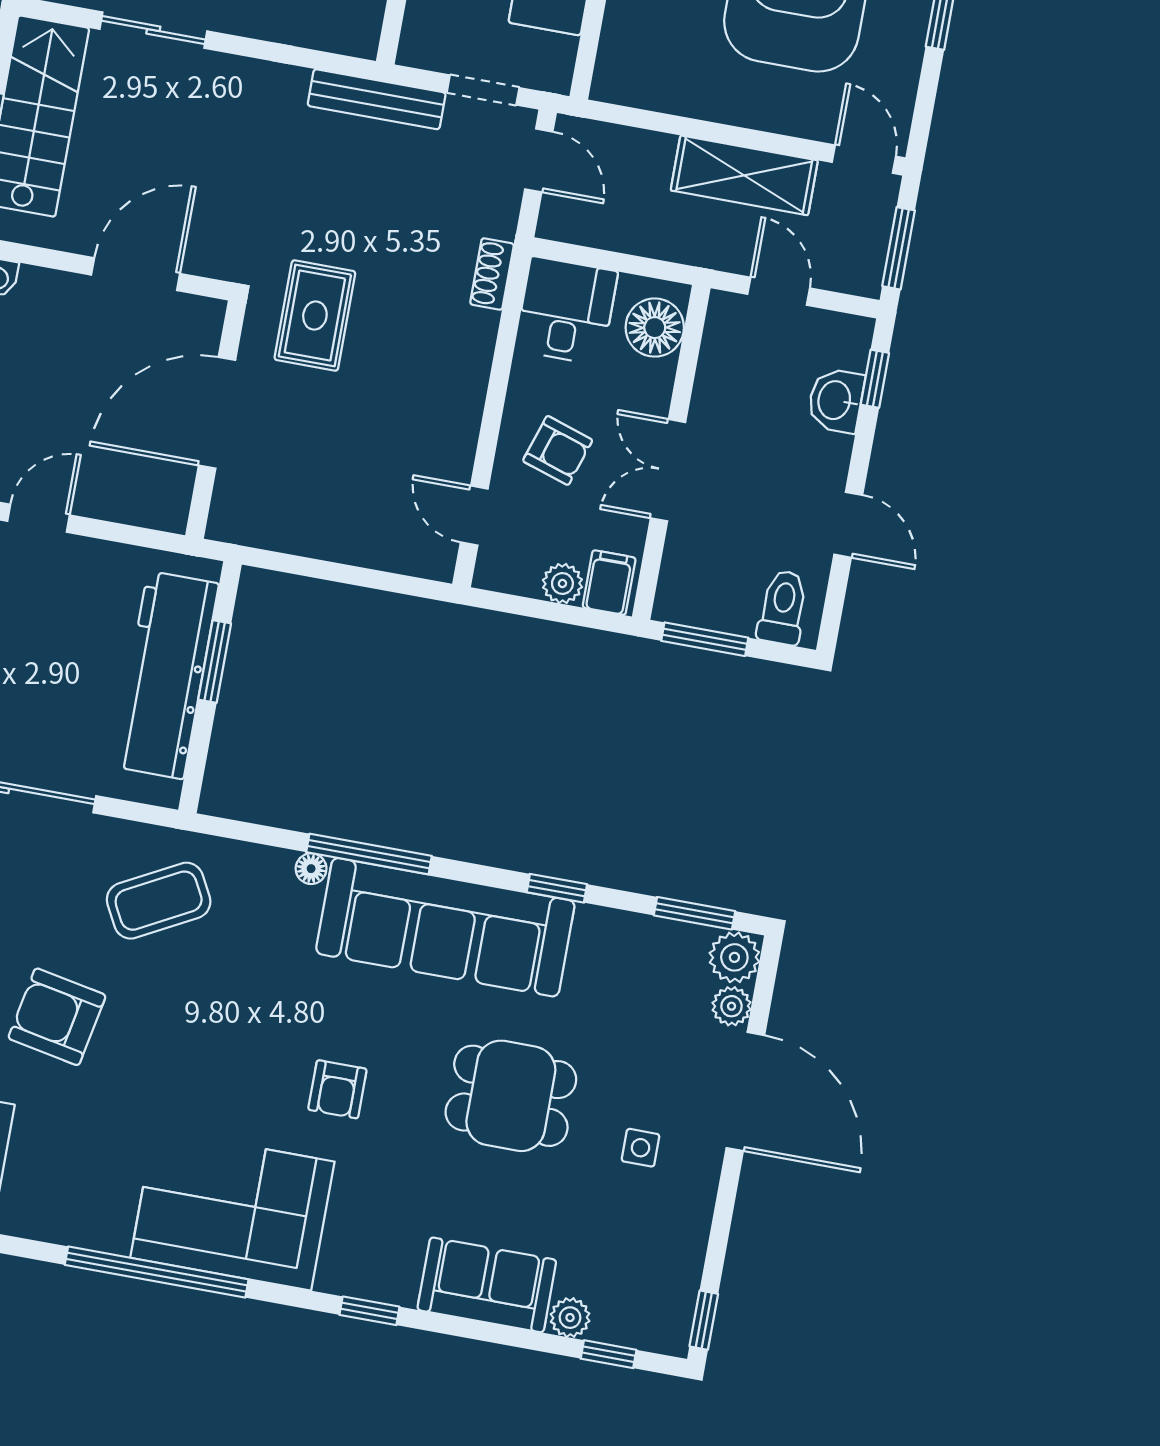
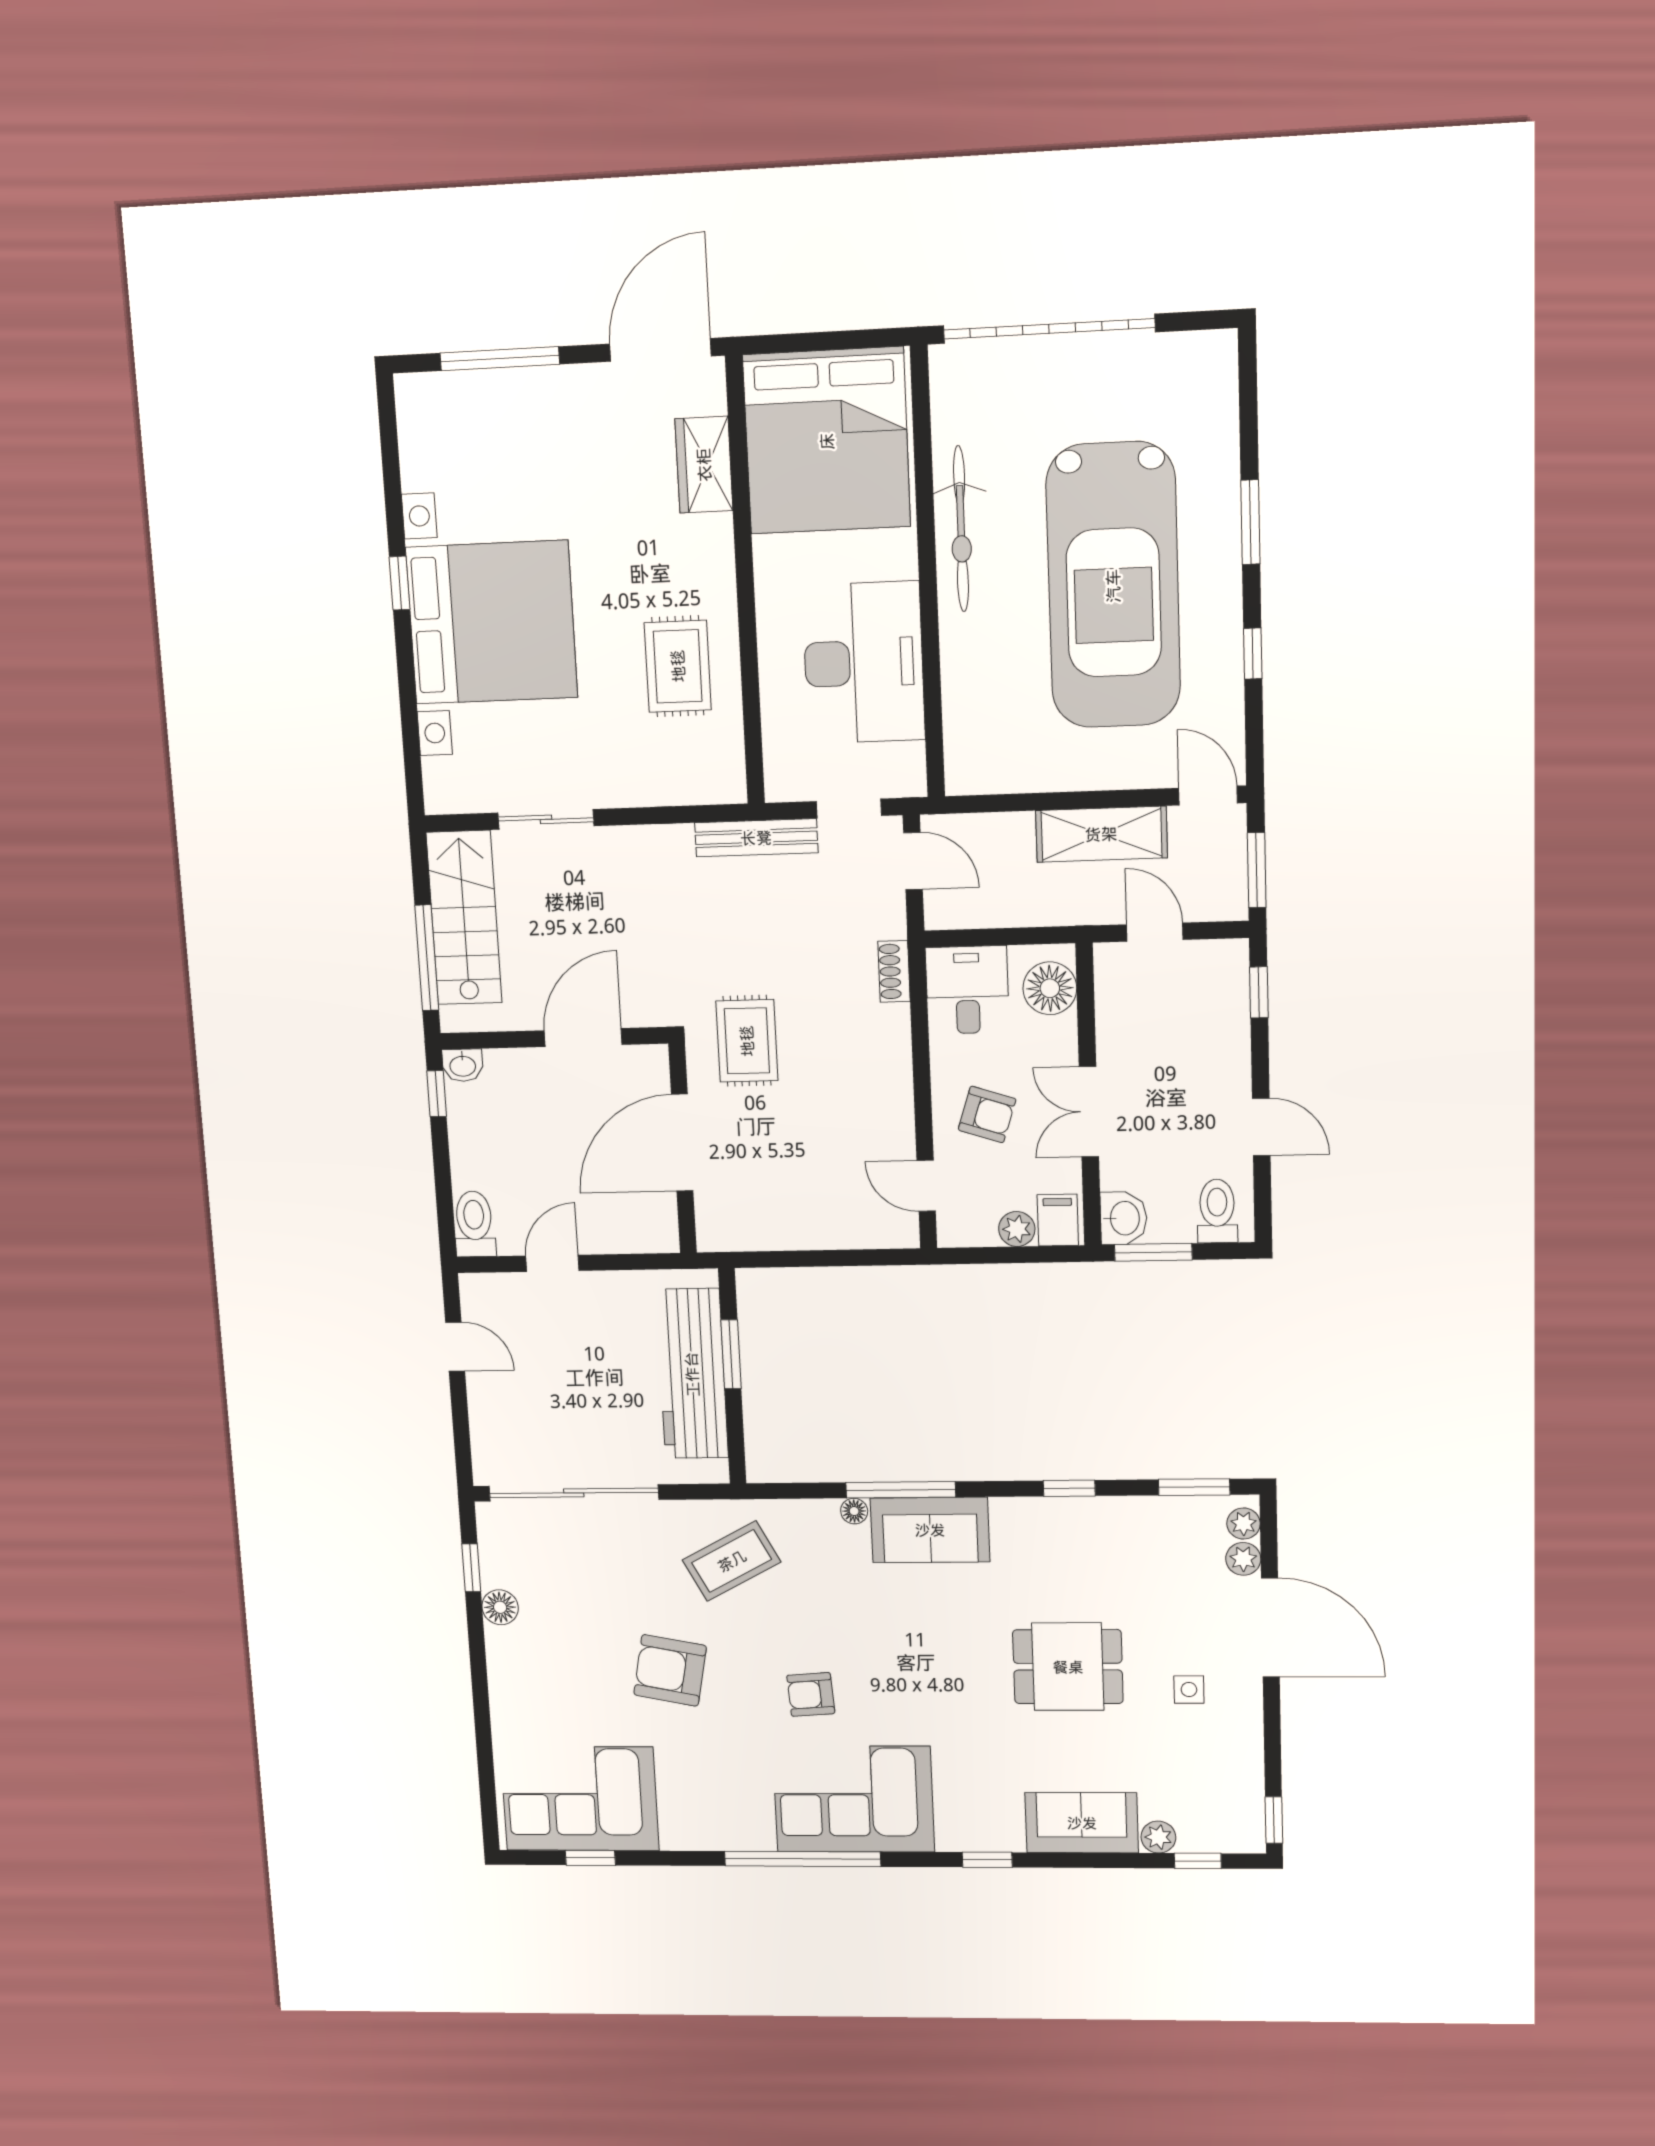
washbasin: (836, 400) -> (1124, 1218), moved, turned 180
sofa: (445, 927) -> (930, 1530), width x0.54, depth x0.79
plant: (734, 957) -> (1244, 1524), width x0.73, depth x0.73
armchair: (337, 1089) -> (811, 1694), moved, turned 86

